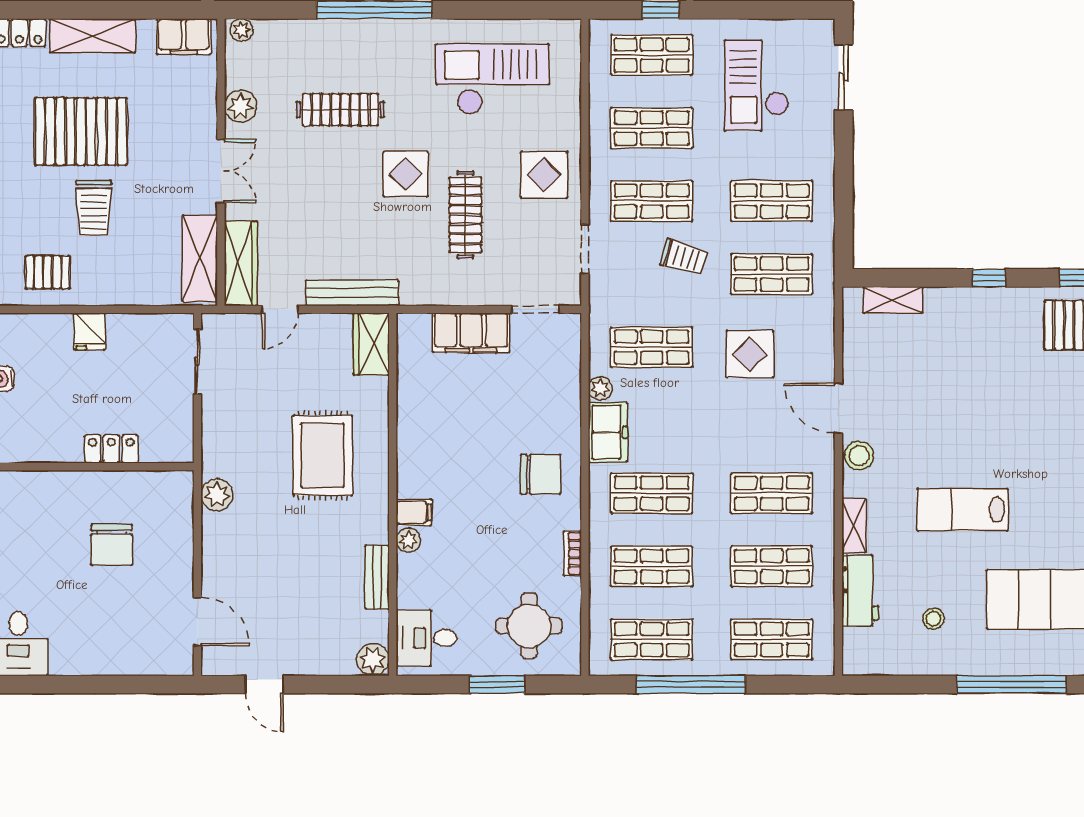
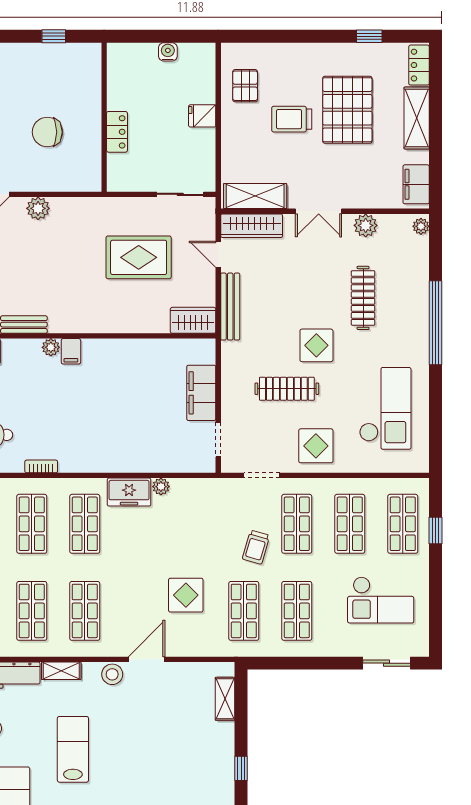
checkout: (757, 85) -> (381, 600), turned 180
shop shelf: (652, 347) -> (191, 524), removed
rug: (323, 455) -> (139, 257), moved
chair: (540, 474) -> (99, 443), removed
plant: (217, 495) -> (38, 208), moved

